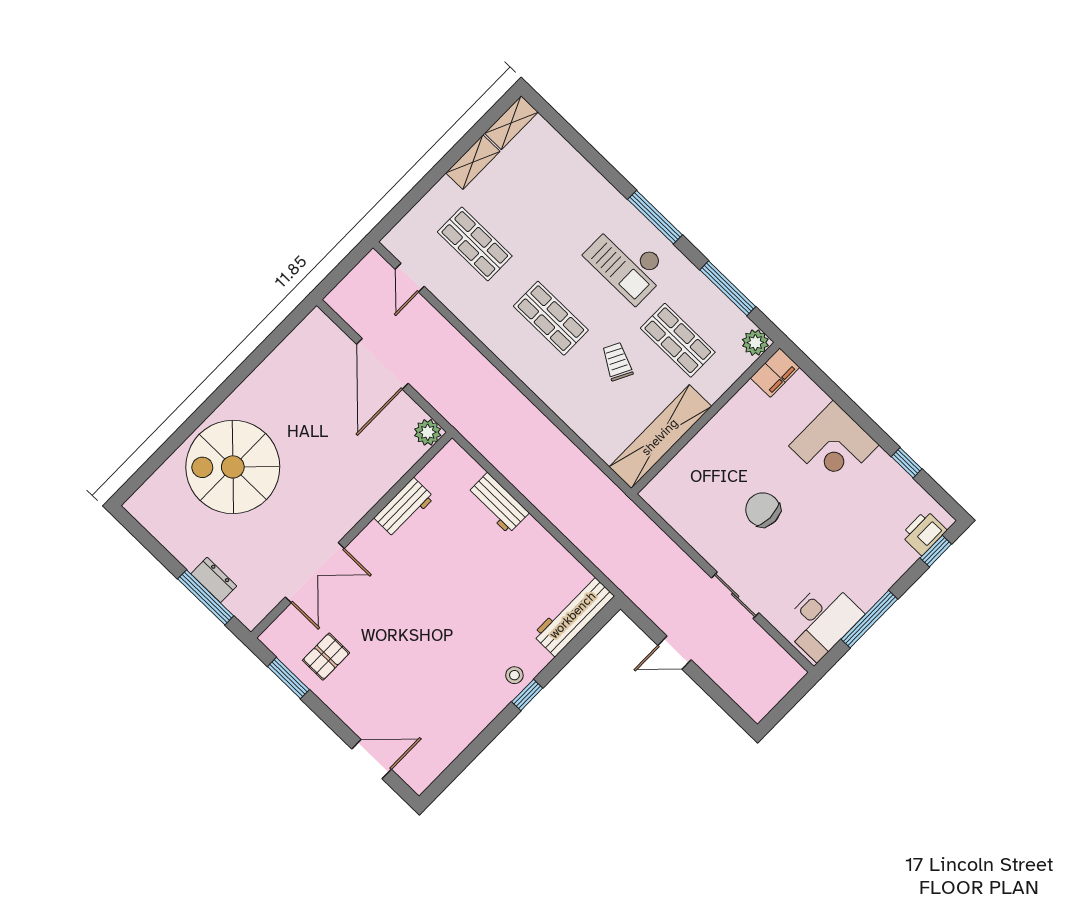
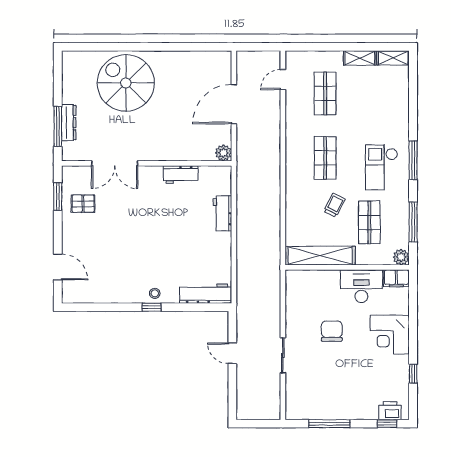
dresser: (214, 580) -> (69, 123), width x1.44
desk: (822, 620) -> (361, 286), moved, turned 180

